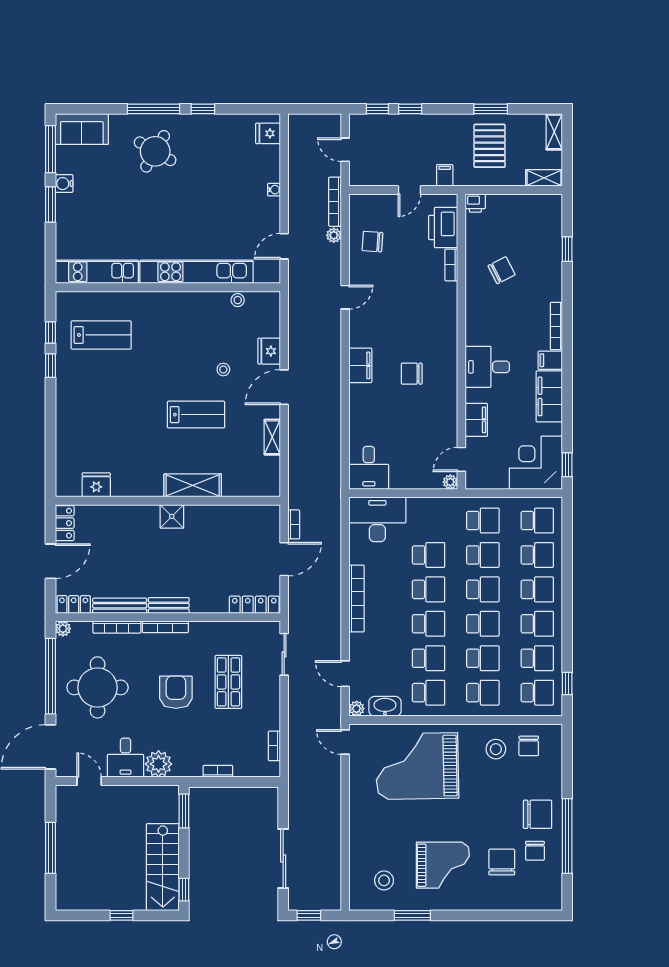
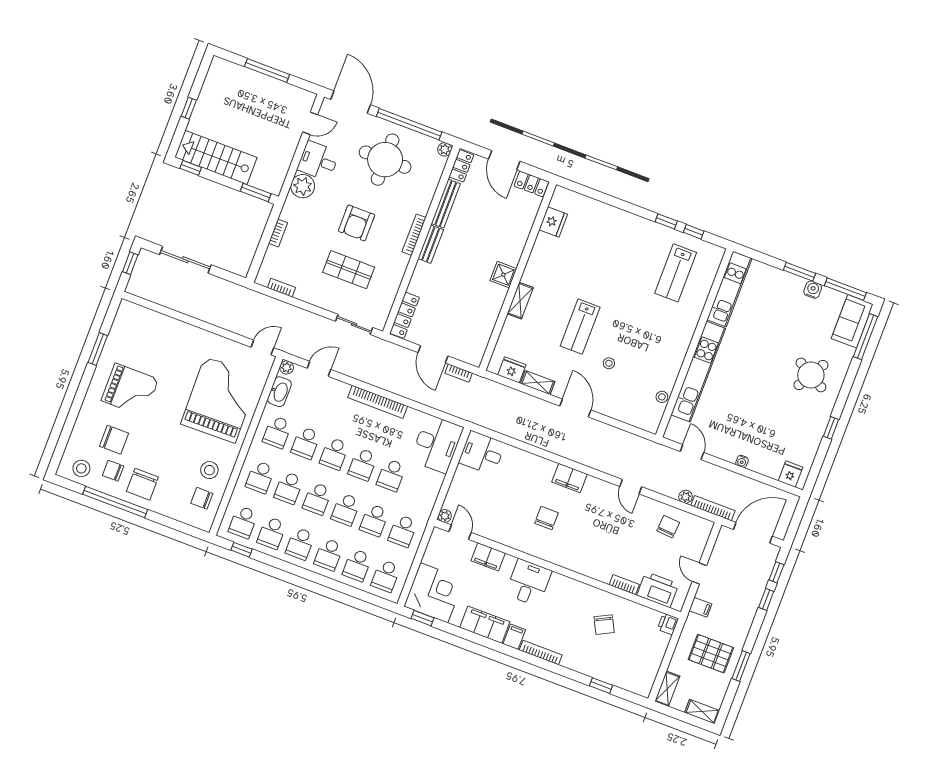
window: (154, 109) -> (865, 337), moved
door: (345, 150) -> (753, 533), width x1.88
fridge: (269, 351) -> (512, 370), moved
shelving: (193, 485) -> (520, 301), width x0.67, depth x0.75
bookcase: (117, 627) -> (429, 194), removed
armchair: (176, 692) -> (357, 223), turned 90
grand piano: (443, 865) -> (130, 390), turned -90
stool: (384, 880) -> (81, 468), moved

